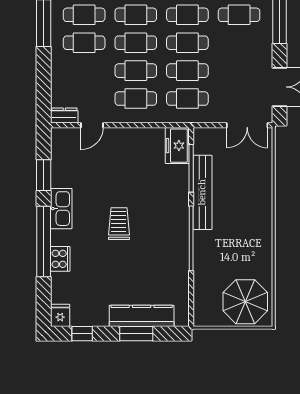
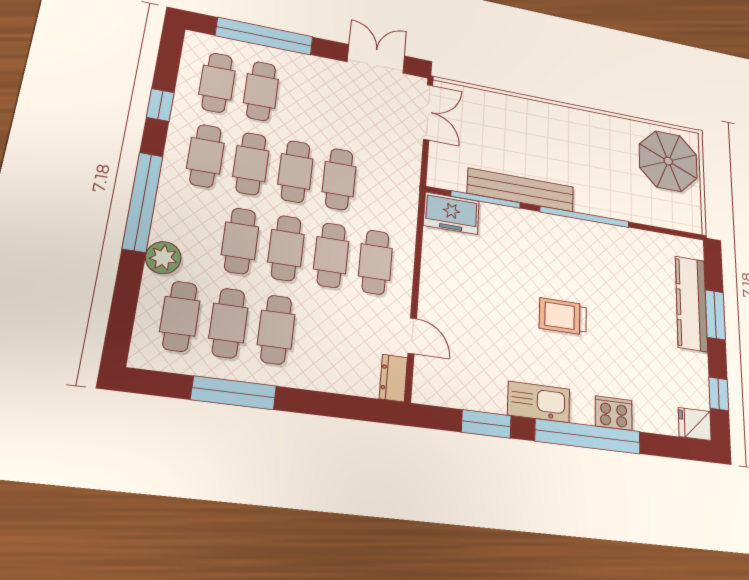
cafe table: (187, 99) -> (382, 187), removed

